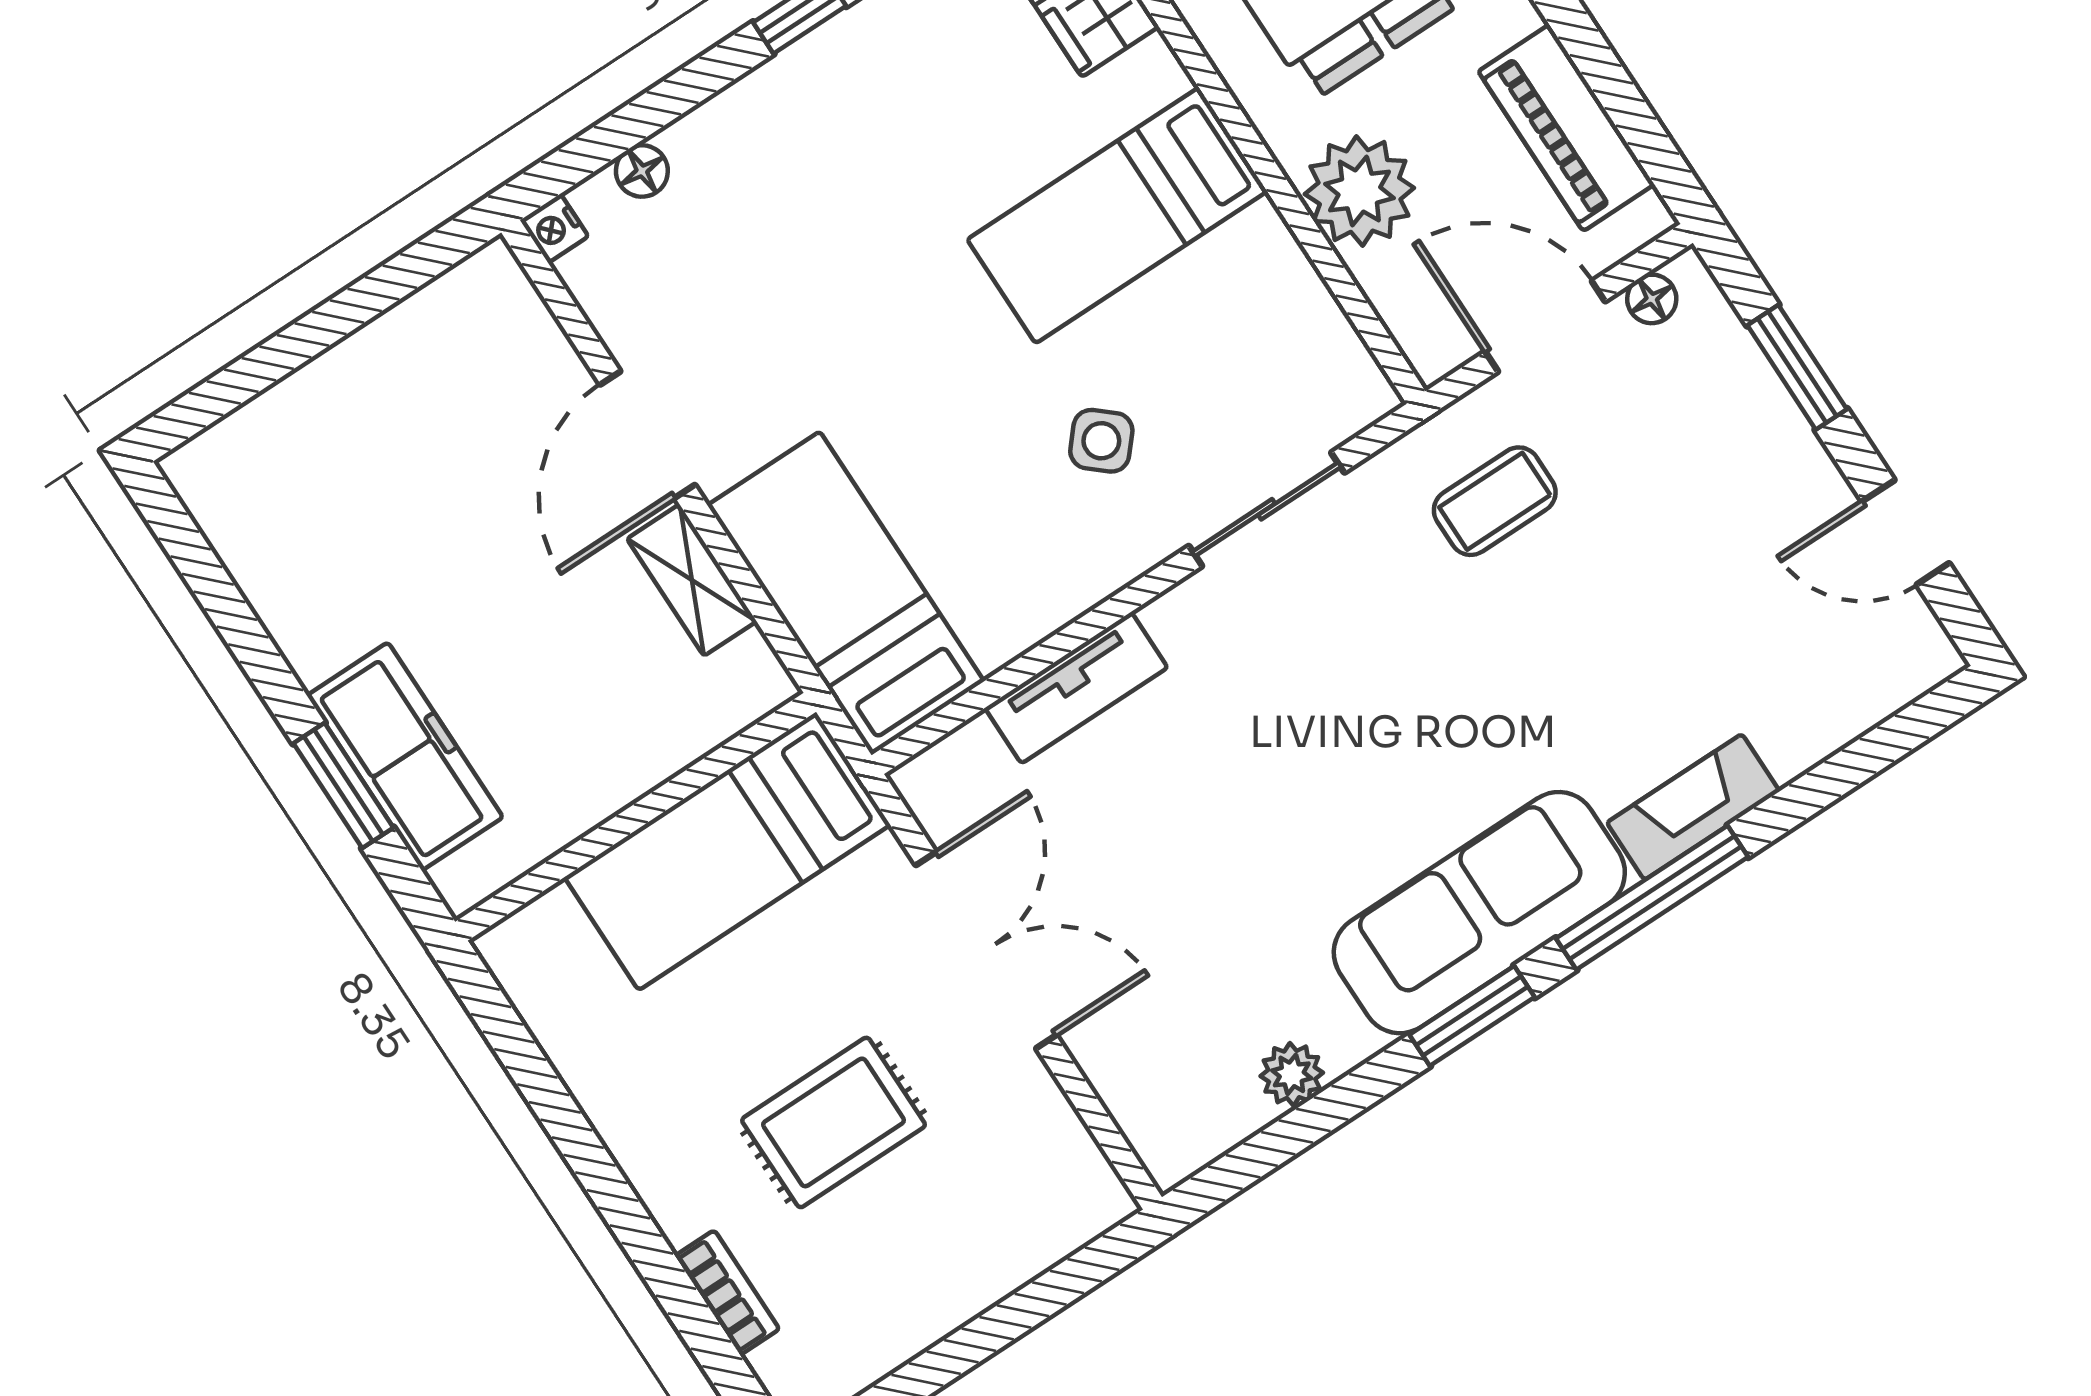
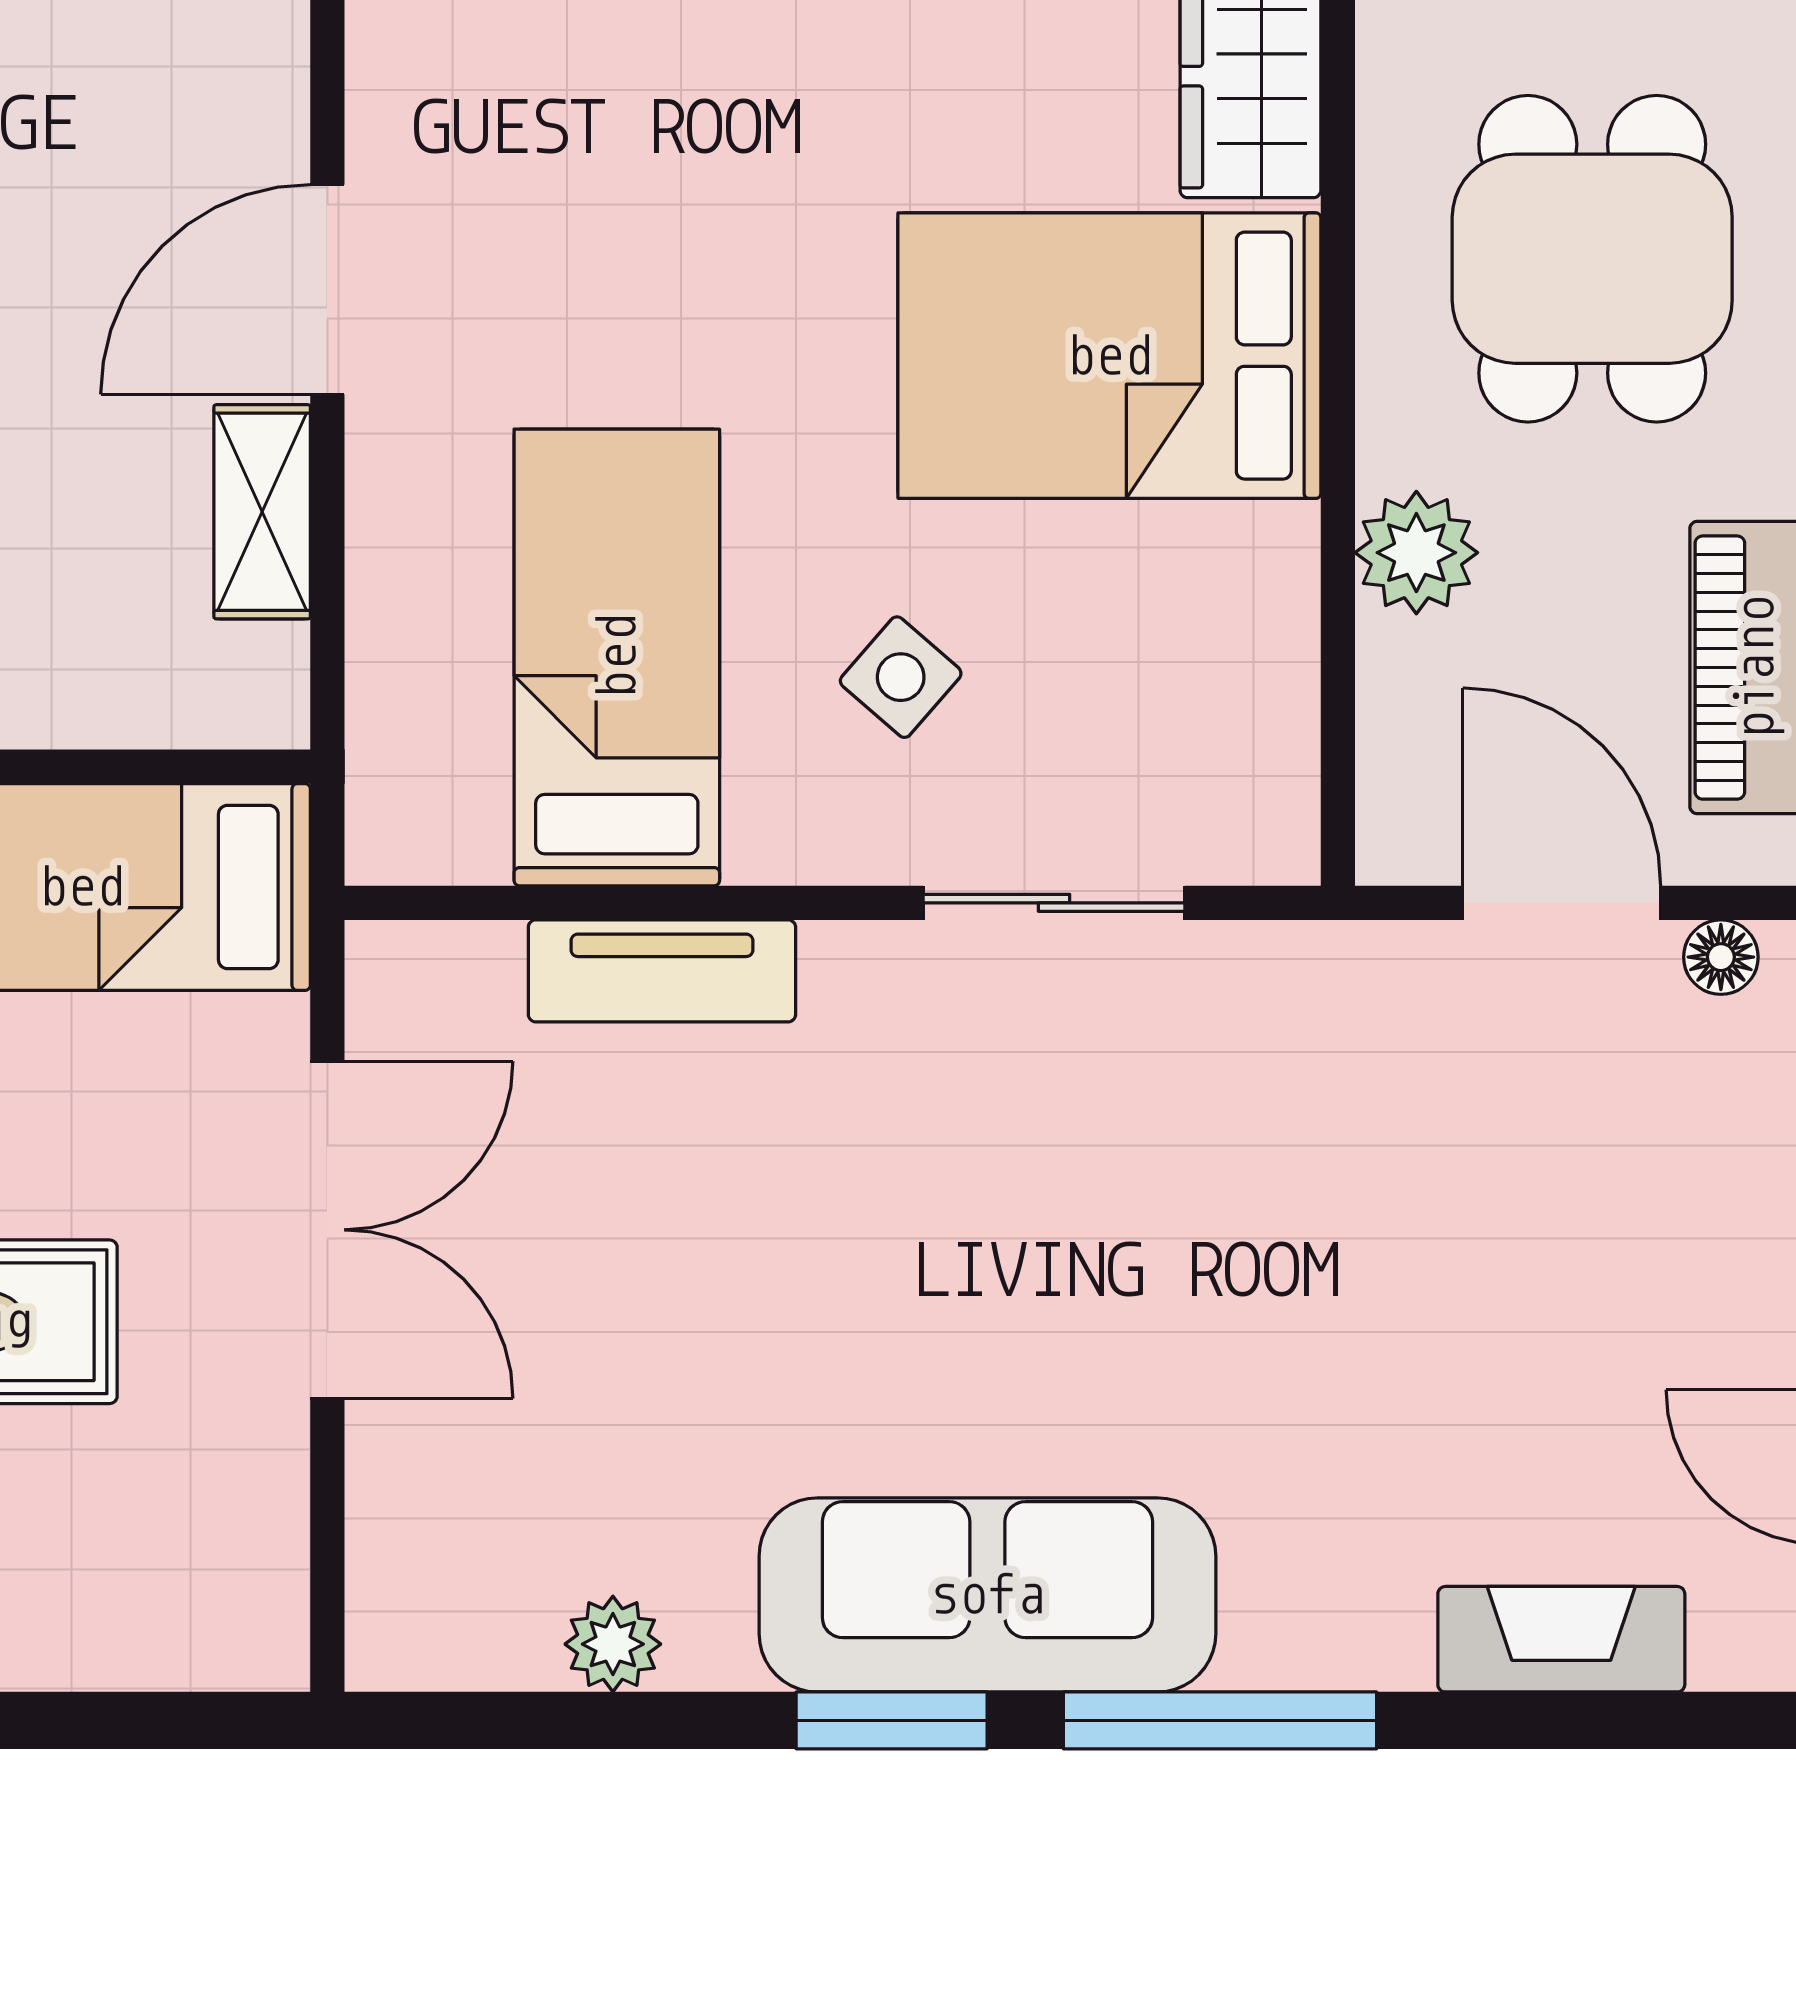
plant: (1359, 191) -> (1416, 553), width x0.73, depth x0.73
bed: (1117, 215) -> (1109, 356), width x1.50
coffee table: (1495, 501) -> (1351, 1083), removed
bed: (846, 593) -> (617, 657), moved
fireplace: (1693, 807) -> (1561, 1639), moved

